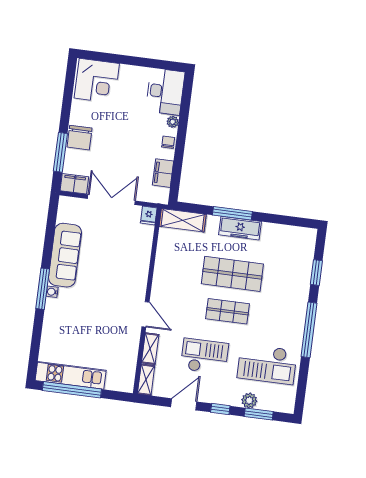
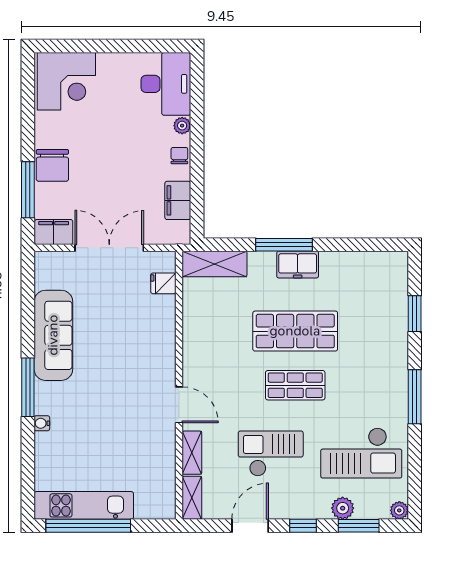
fridge: (149, 216) -> (163, 283), moved, turned 90
freezer: (240, 228) -> (298, 265), width x0.71
water cooler: (52, 292) -> (42, 423), moved
window: (309, 330) -> (415, 397), width x0.68
plant: (288, 407) -> (399, 510), added

